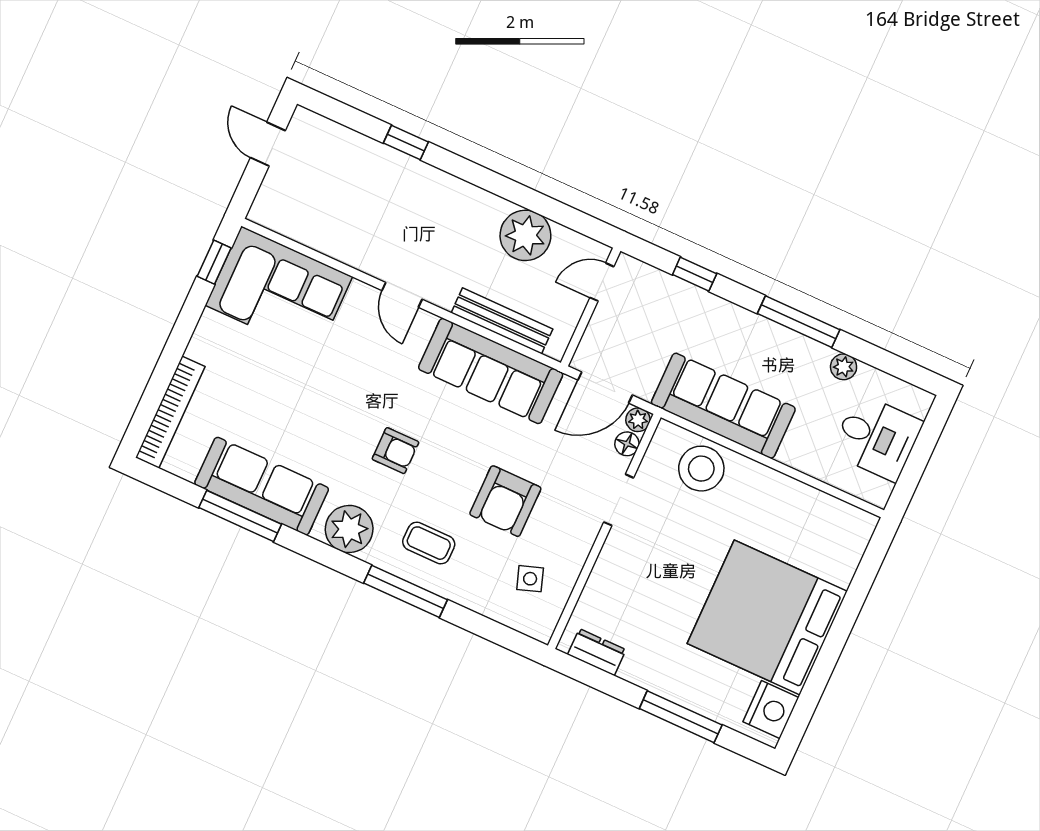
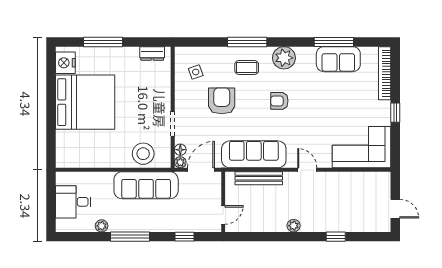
plant: (525, 235) -> (294, 226), moved, width x0.53, depth x0.53
window: (214, 262) -> (395, 113), moved
sofa: (262, 486) -> (338, 59), width x0.73

